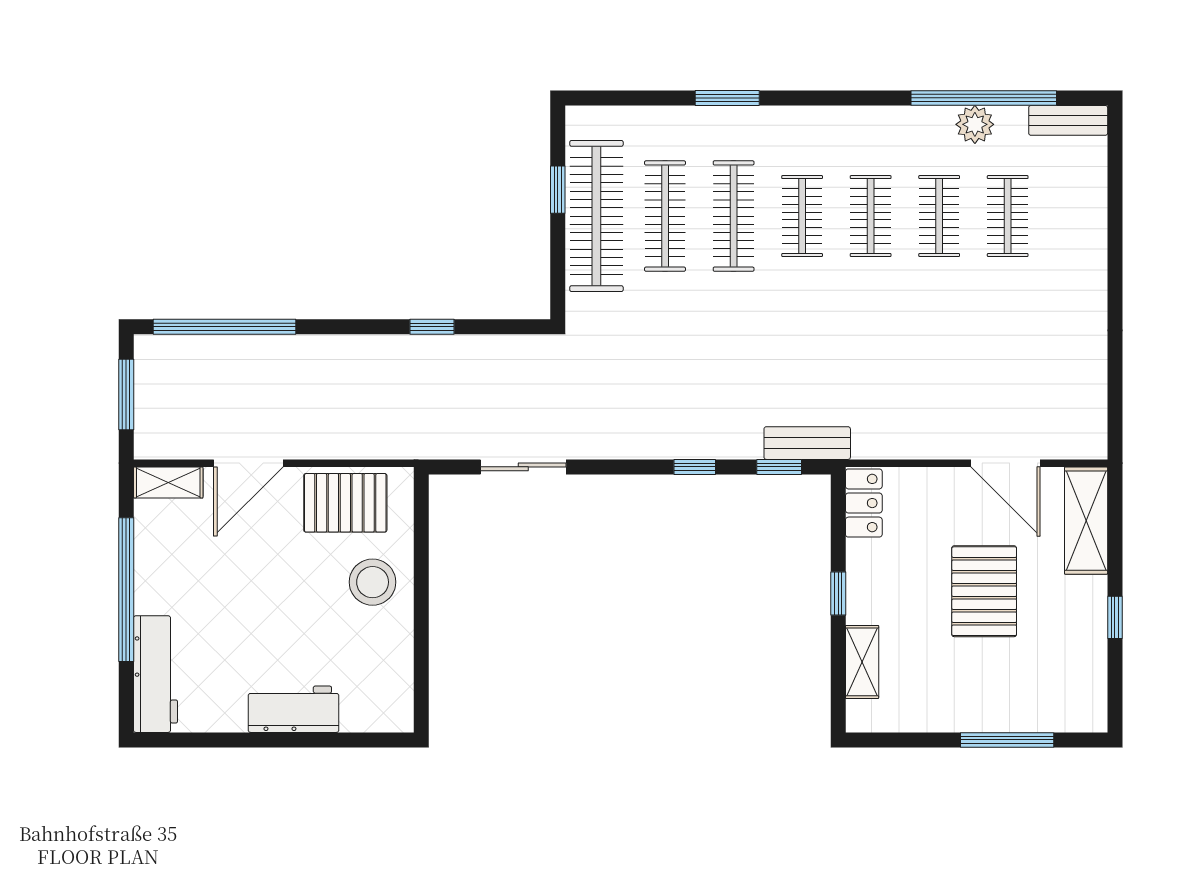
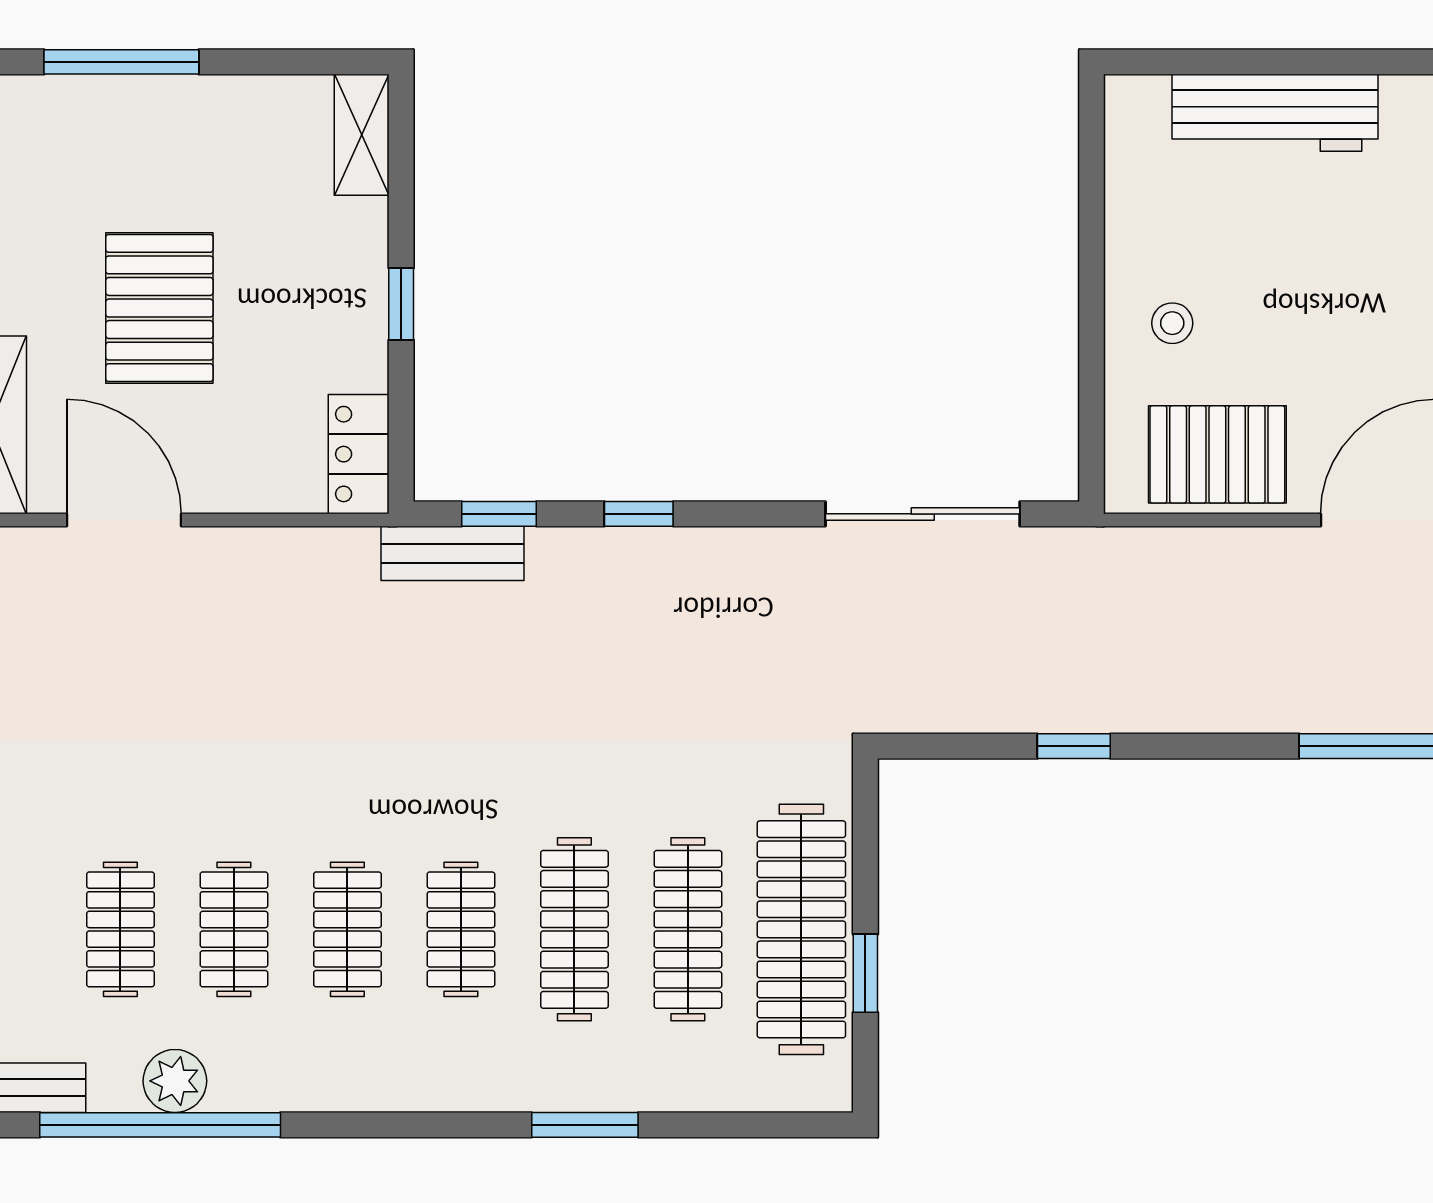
sliding door: (523, 467) -> (923, 514), width x1.37
stool: (373, 582) -> (1172, 323), width x0.53, depth x0.53
shelving: (862, 662) -> (362, 135), moved
workbench: (293, 709) -> (1275, 113), width x1.37

